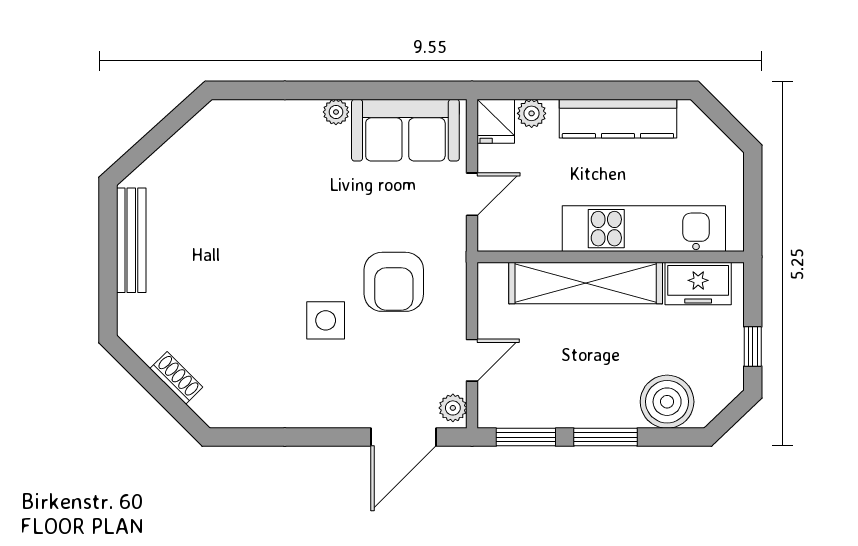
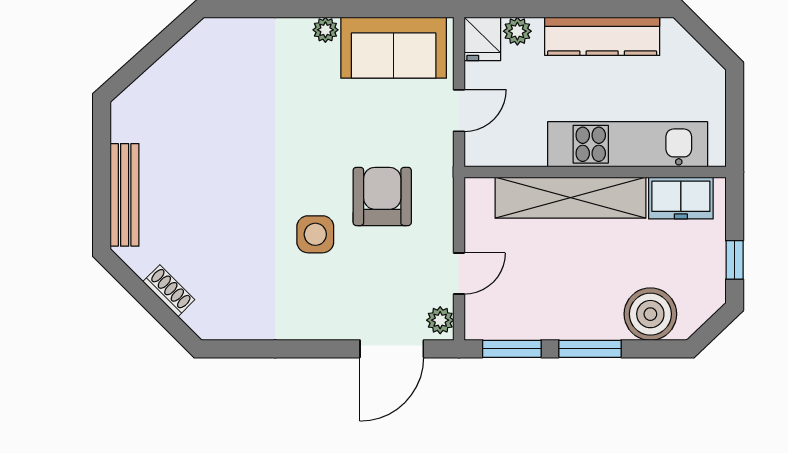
bench: (131, 240) -> (125, 195), moved
armchair: (394, 282) -> (382, 196), turned 180

